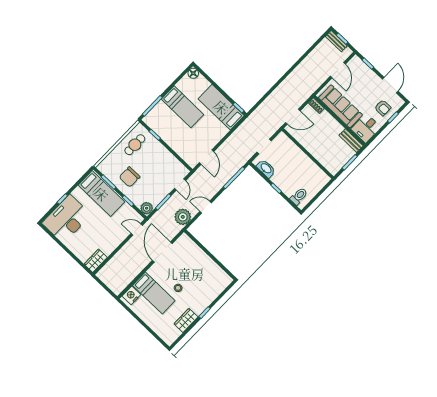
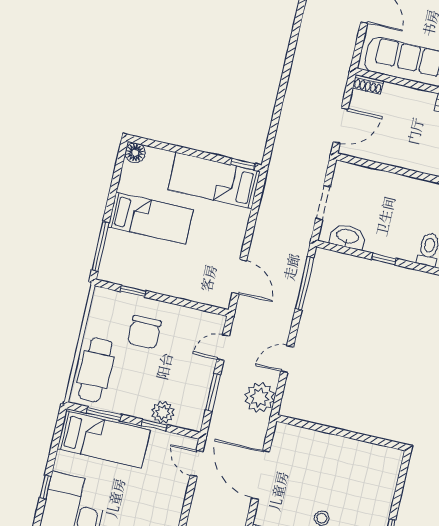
cafe table: (135, 145) -> (95, 370), moved, width x1.37, depth x1.35
chair: (130, 177) -> (144, 332), moved
door: (180, 185) -> (223, 347), swing flipped
plant: (147, 208) -> (163, 412), moved
door: (137, 229) -> (197, 463), hinge flipped

